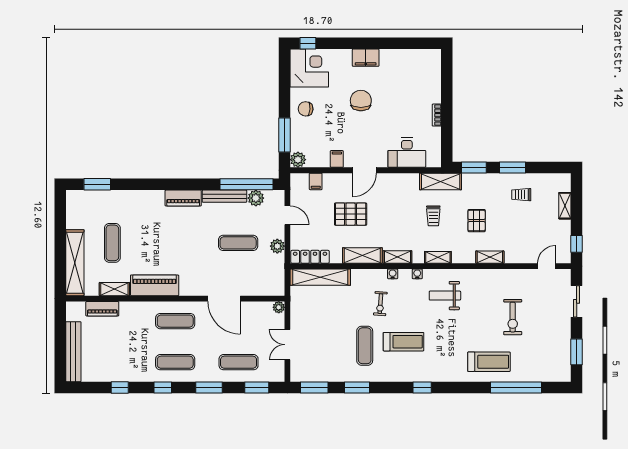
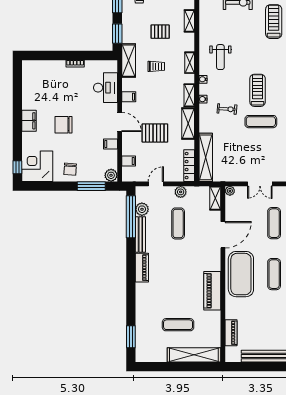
filing cabinet: (395, 182) -> (129, 97), added
pallet: (351, 214) -> (155, 133), turned 90
shelving: (114, 289) -> (215, 198), moved
exercise mat: (175, 321) -> (241, 274), width x2.00, depth x1.45

